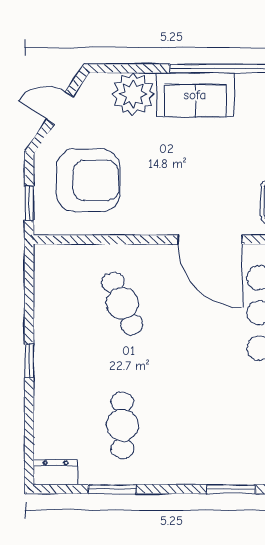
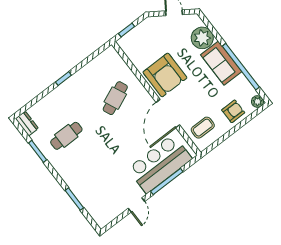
armchair: (88, 180) -> (165, 75), moved

